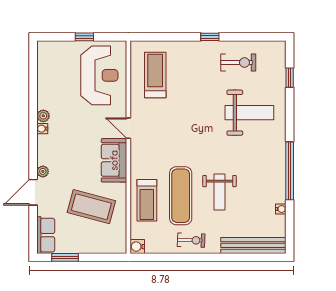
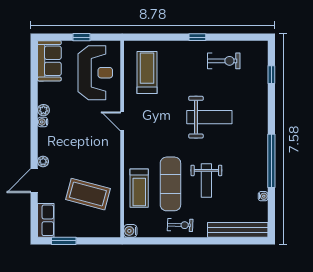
weight bench: (249, 113) -> (209, 117), moved
sofa: (114, 160) -> (49, 61), moved, turned 180

